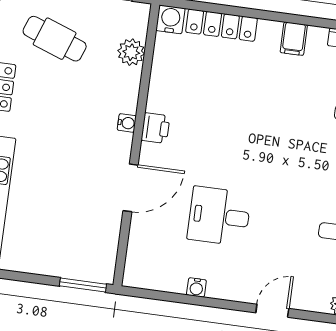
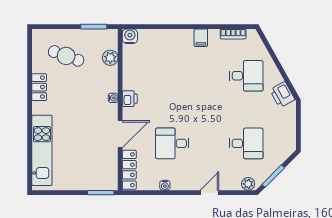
locker: (221, 25) -> (129, 170), moved, turned -90

